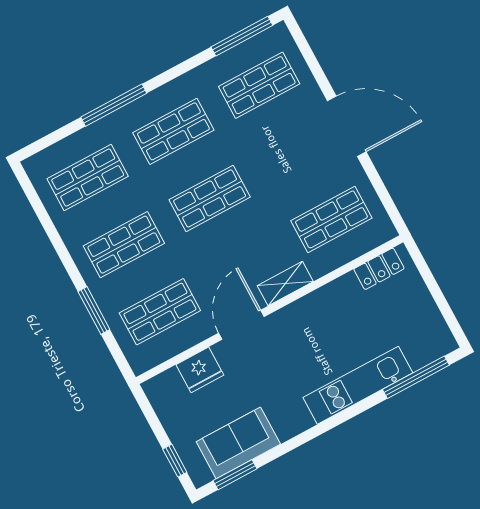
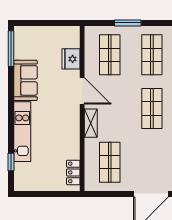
window: (416, 377) -> (11, 162), width x0.46
sofa: (238, 443) -> (26, 80), moved
window: (175, 461) -> (33, 23), removed
window: (235, 475) -> (11, 49), width x1.44

